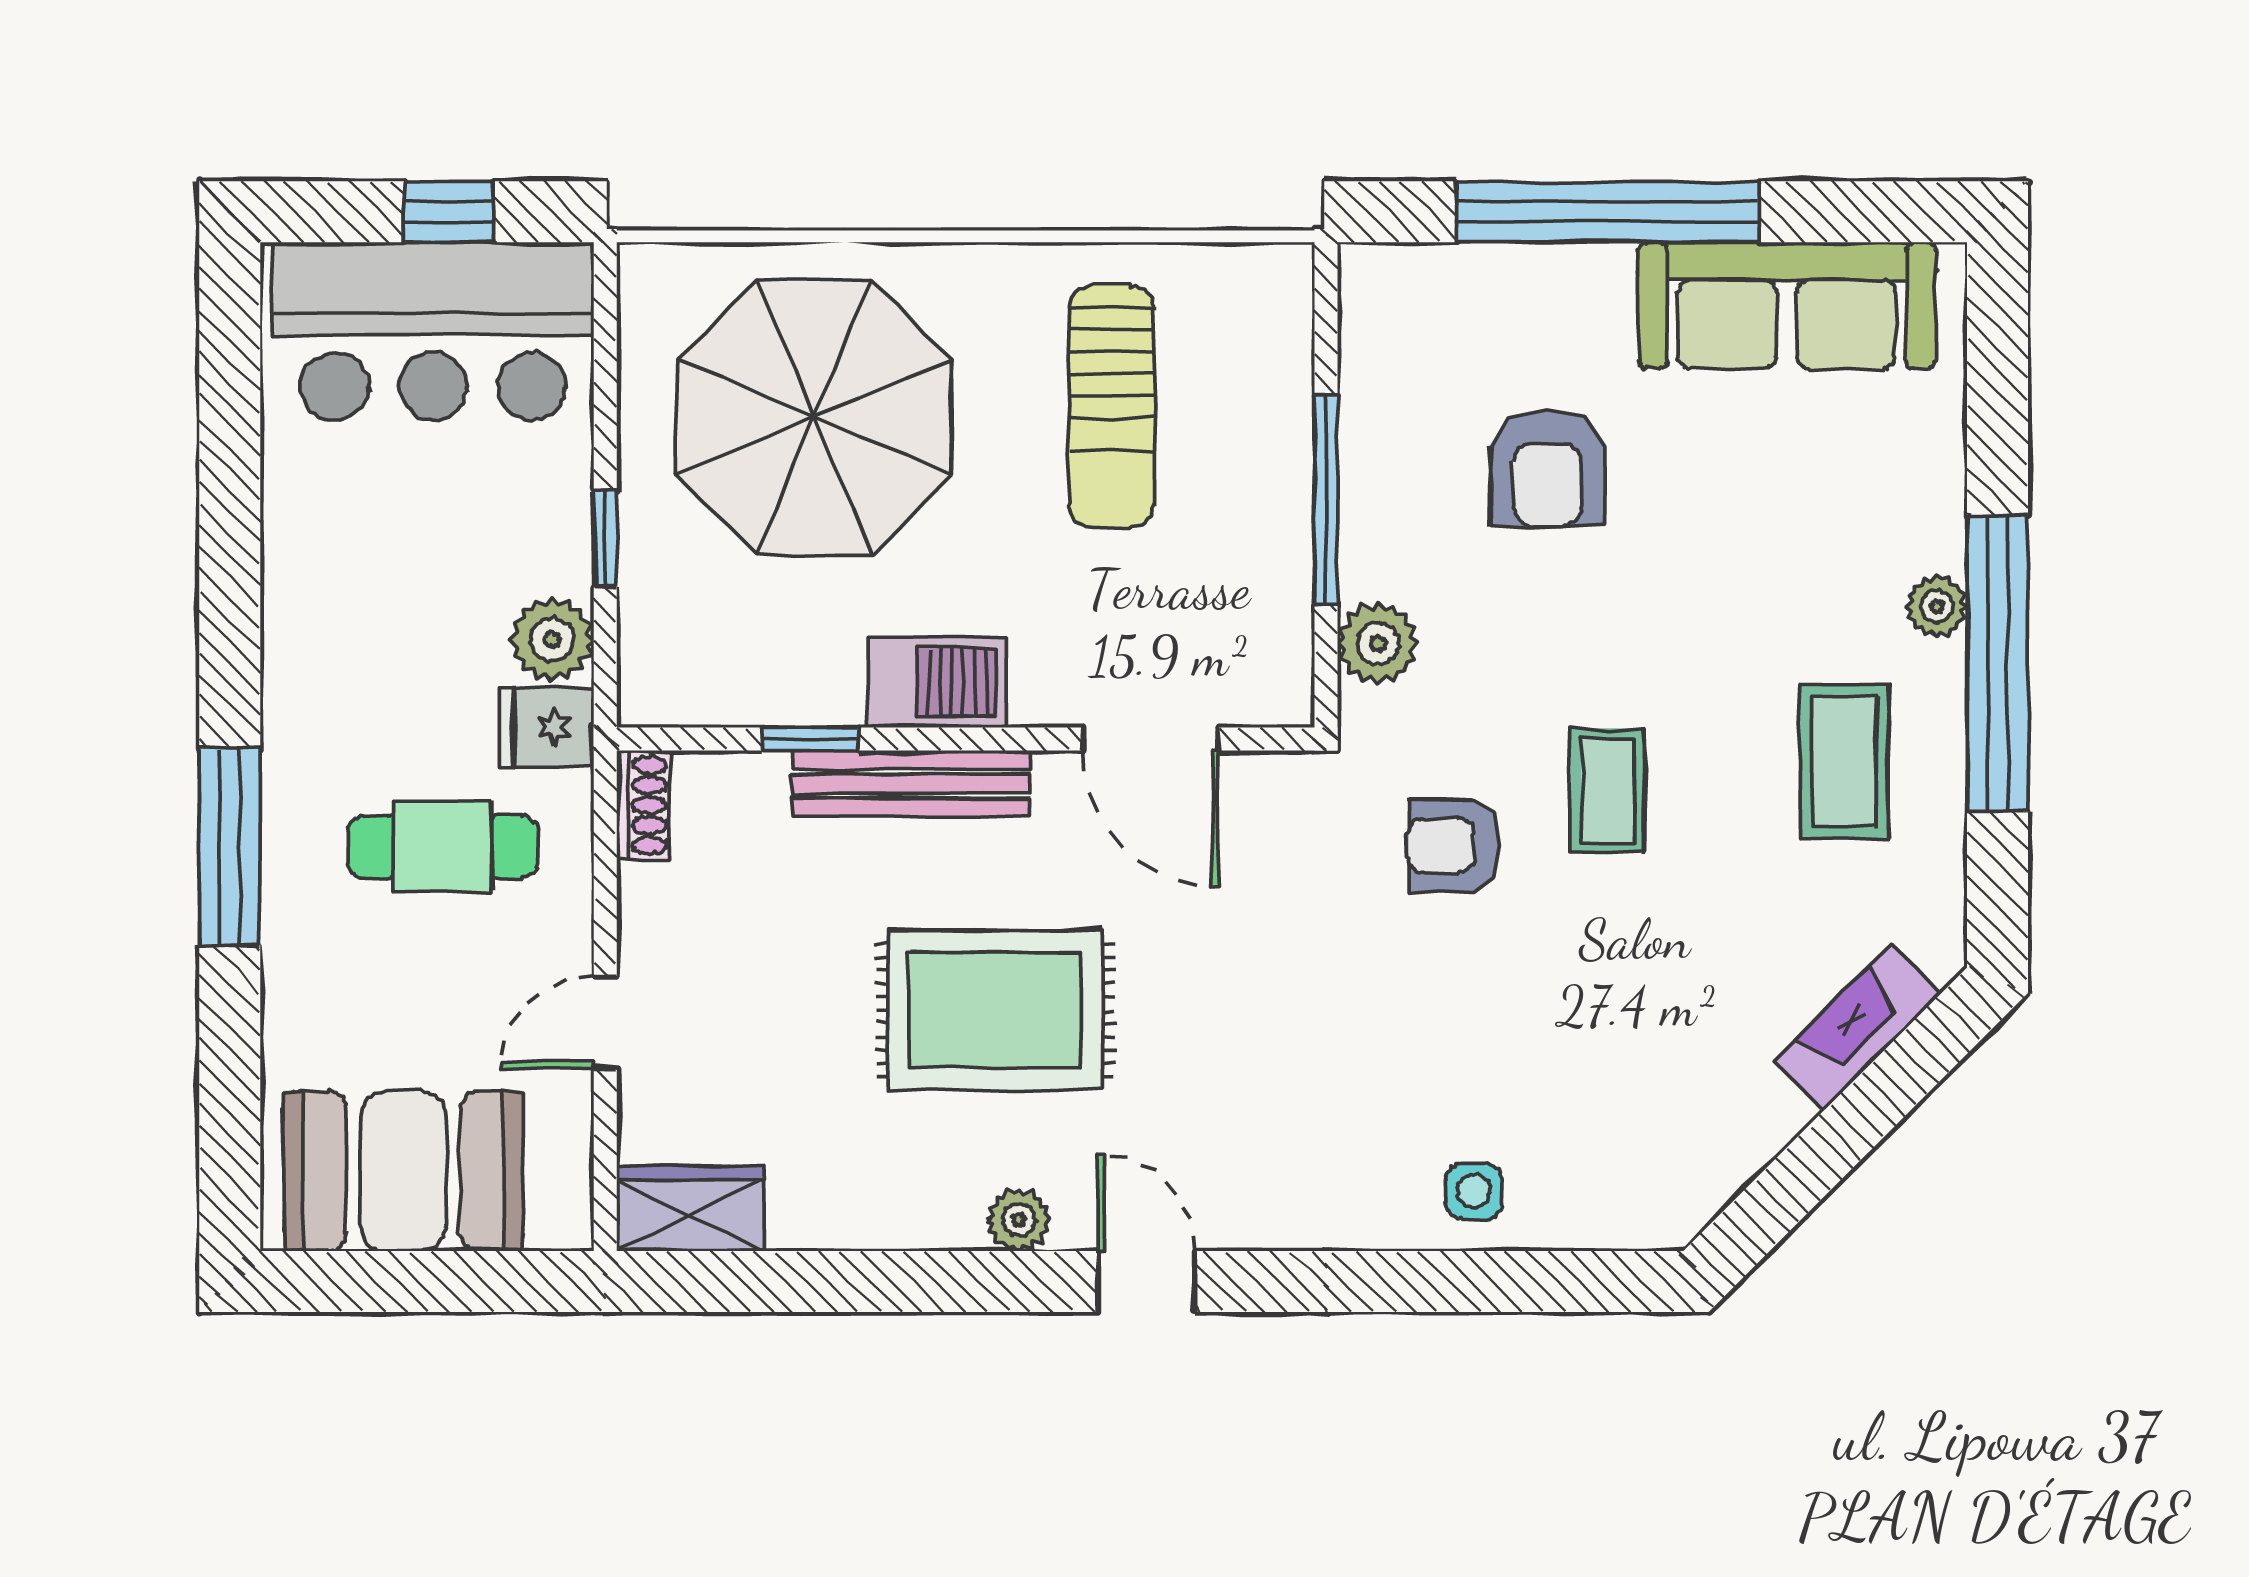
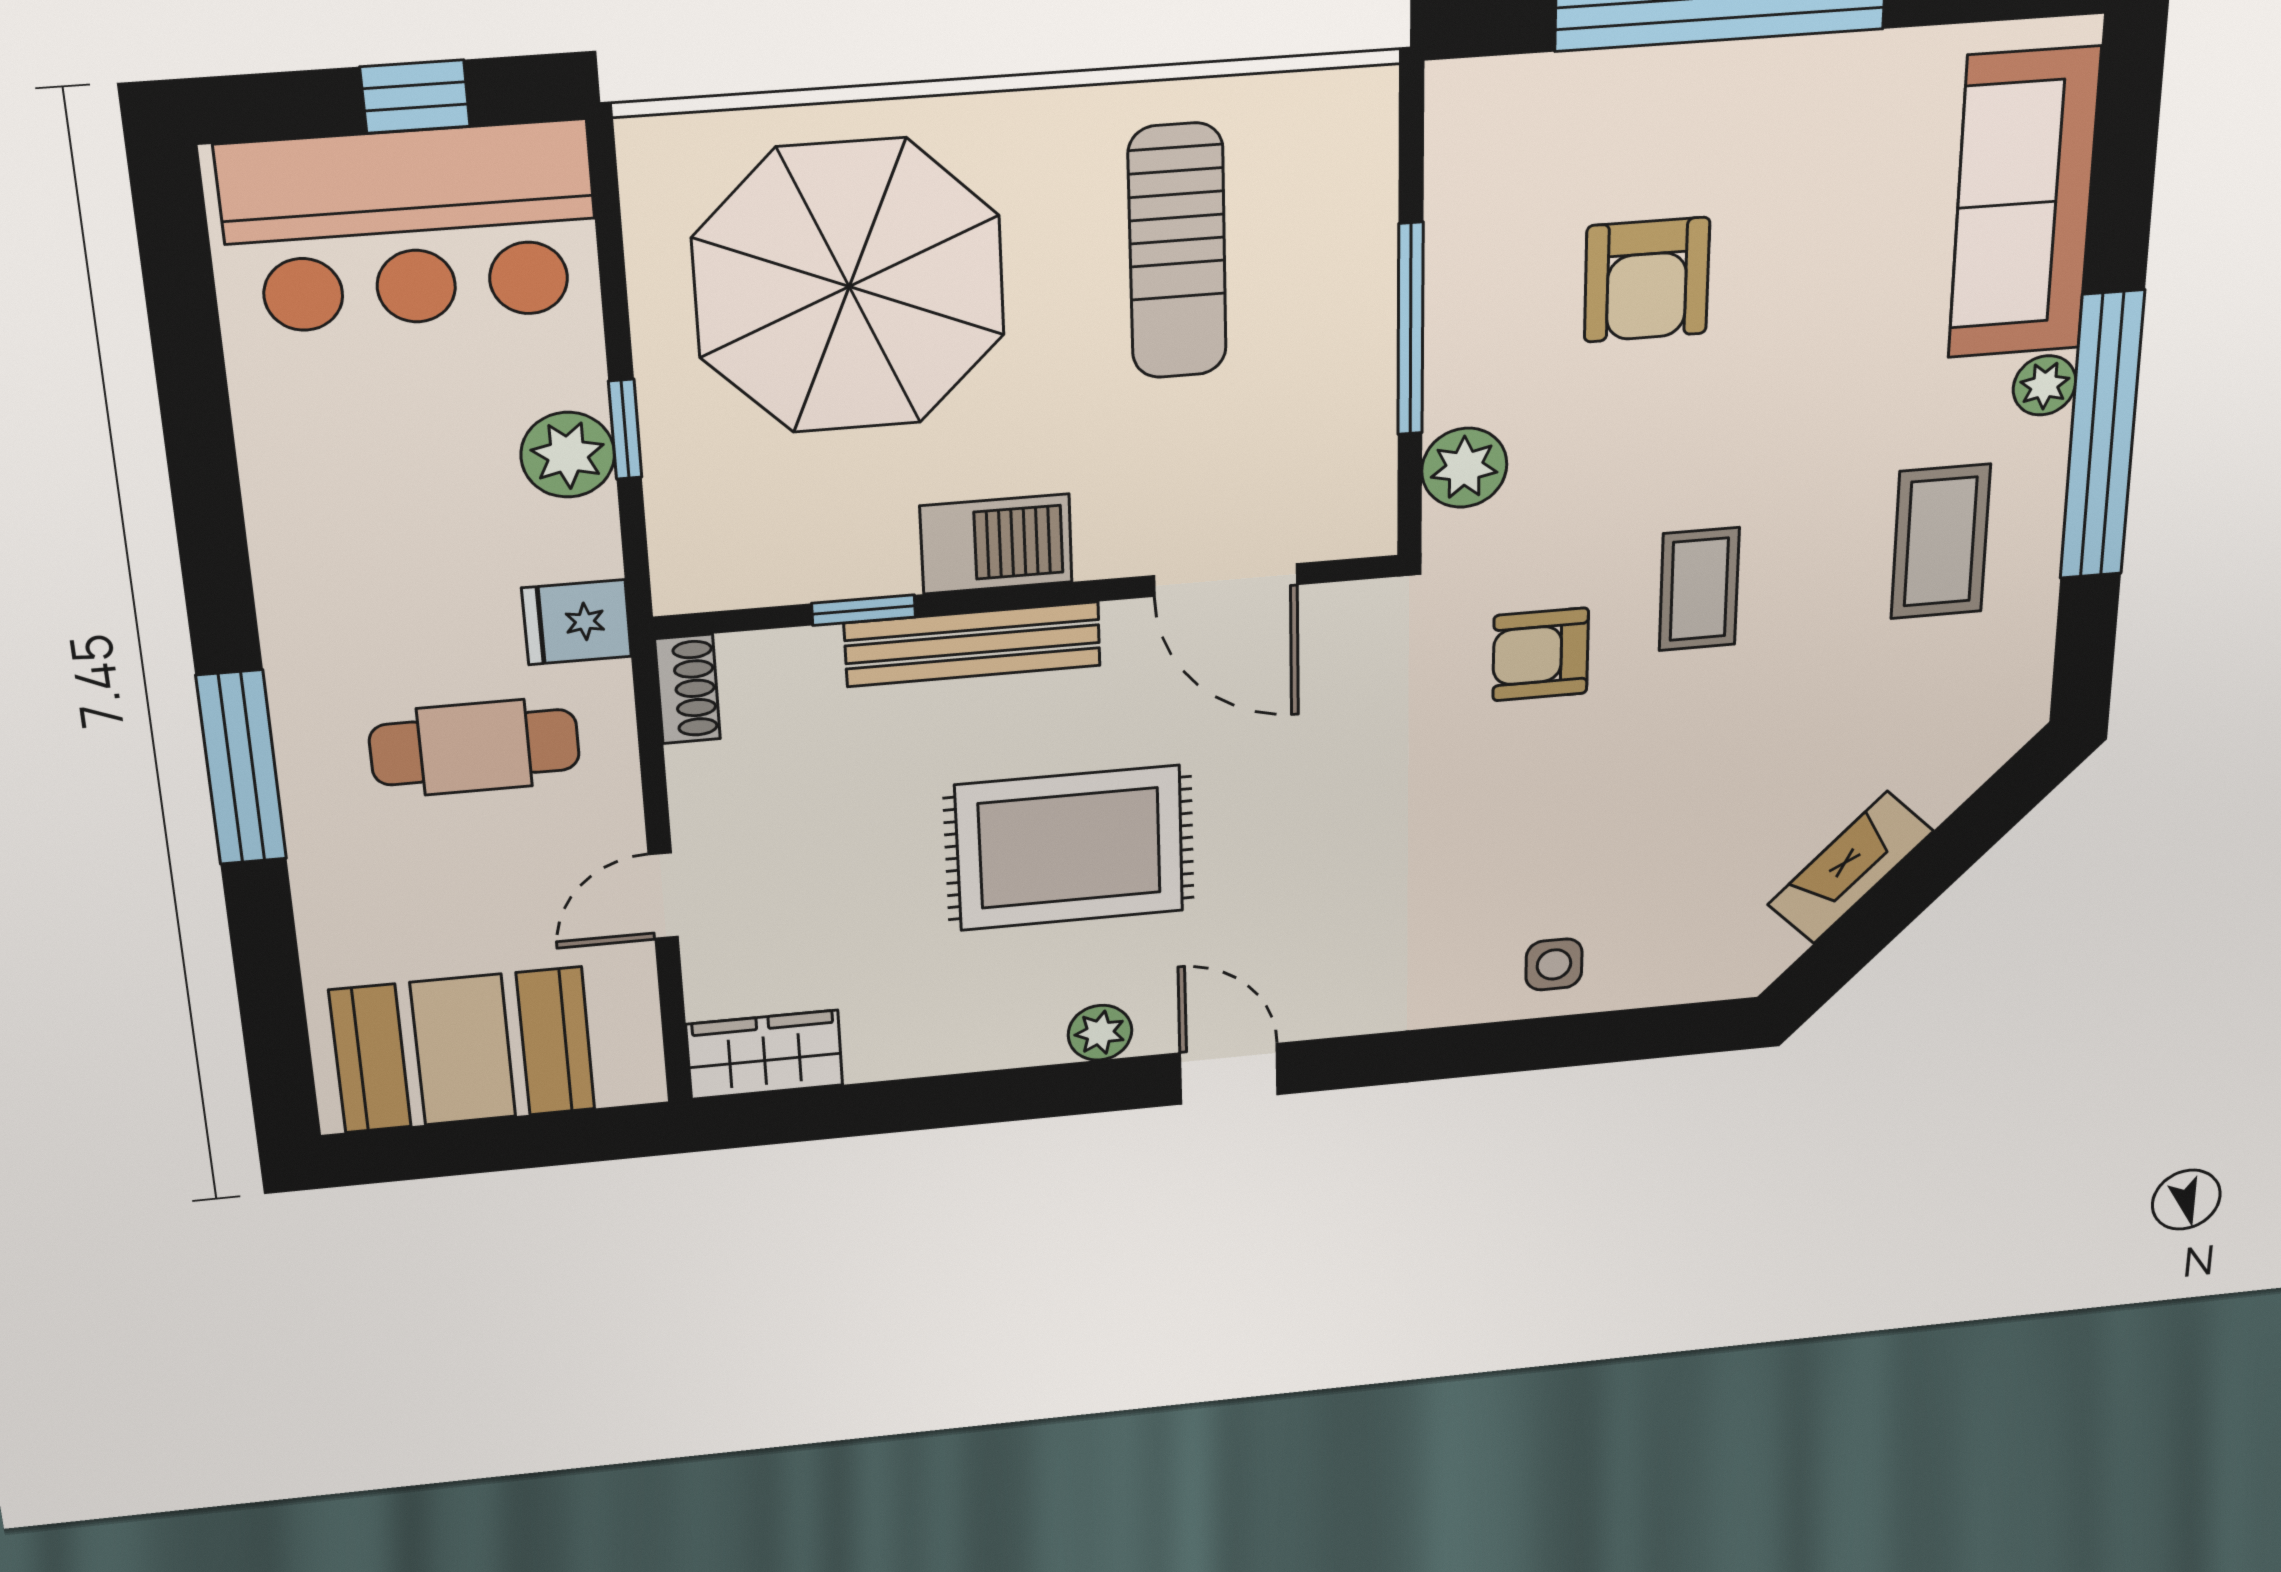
sofa: (1787, 305) -> (2024, 204), moved, turned 90
plant: (552, 640) -> (568, 455), moved
fireplace: (1857, 1027) -> (1850, 868), moved

